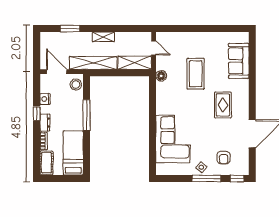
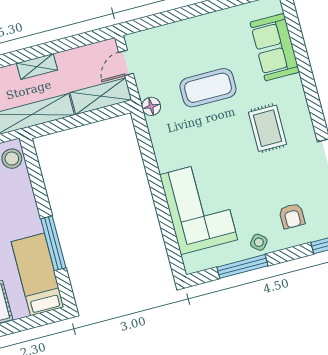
door: (154, 48) -> (126, 63), swing flipped
coffee table: (196, 74) -> (208, 88), turned 90
window: (87, 115) -> (53, 243), moved
window: (206, 178) -> (242, 266), moved

